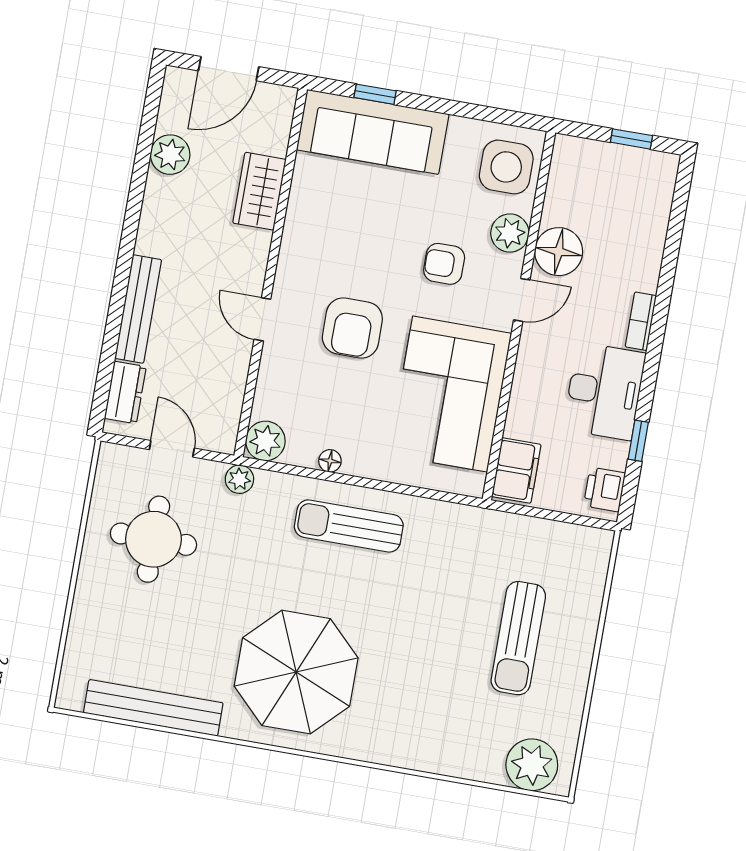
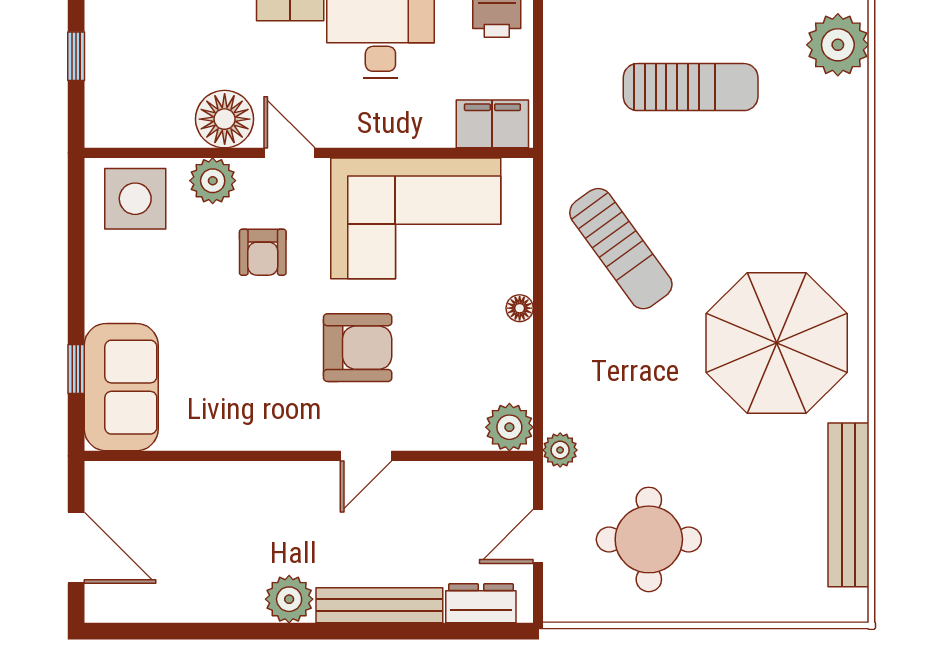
sofa: (373, 132) -> (121, 387), width x0.73
plant: (170, 155) -> (289, 599), moved
wardrobe: (259, 191) -> (215, 486), removed
floor lamp: (330, 461) -> (520, 308), moved
sun lounger: (349, 526) -> (621, 249), moved, turned -36

